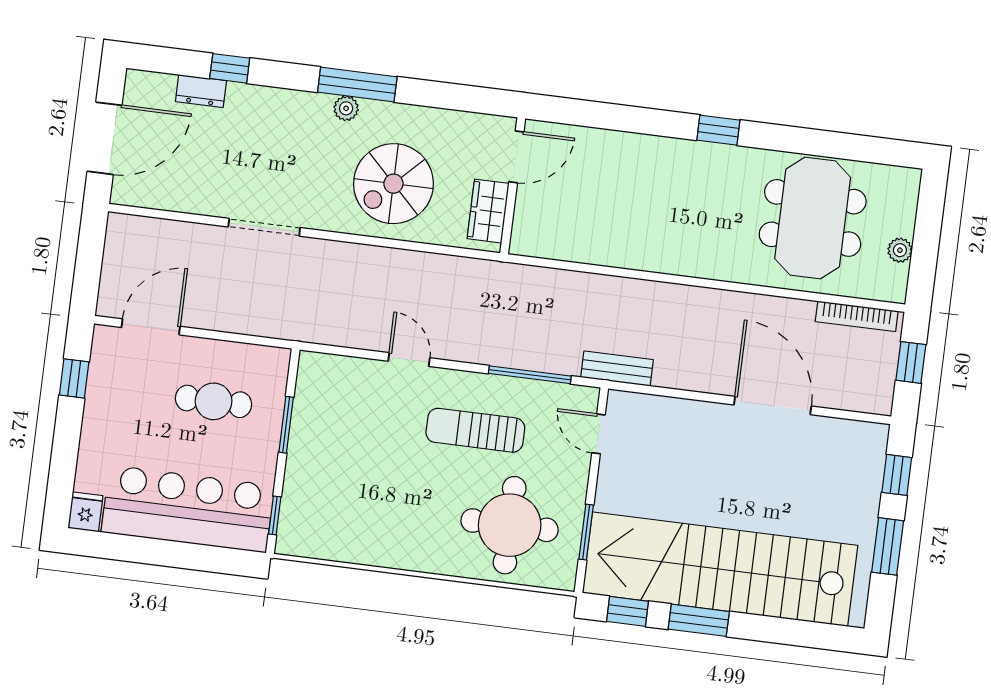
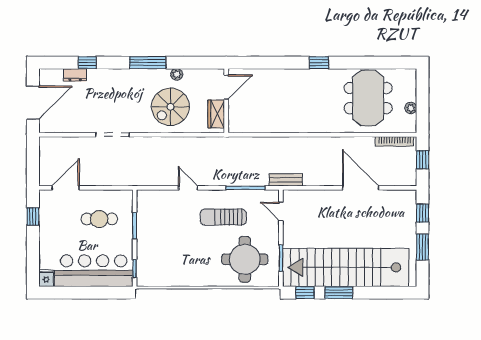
plant: (346, 108) -> (177, 74), moved

